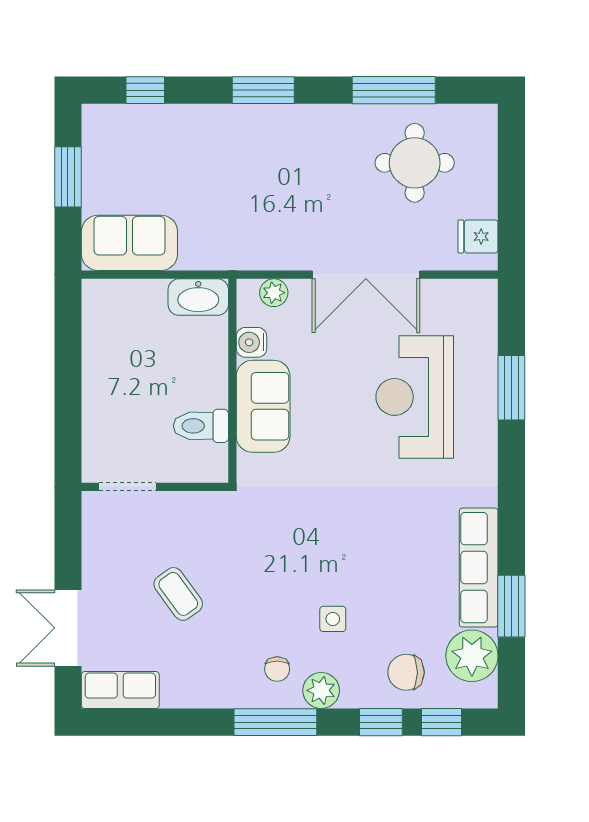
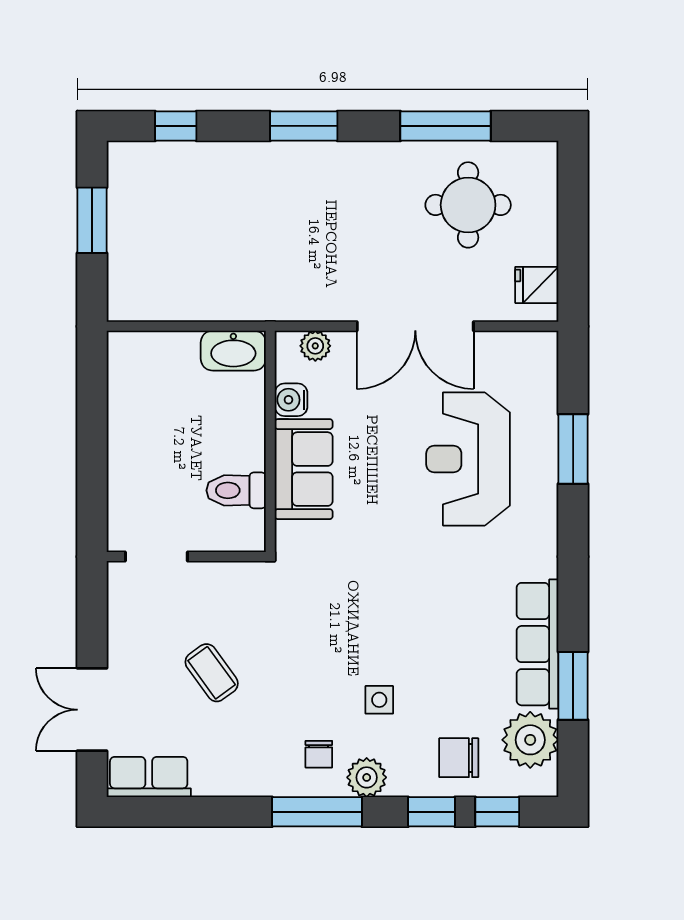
sofa: (129, 243) -> (159, 292), removed

